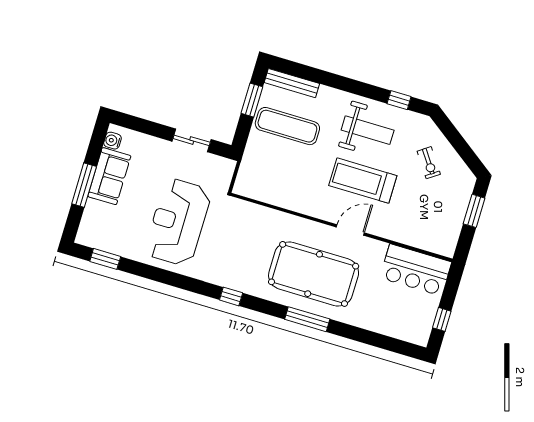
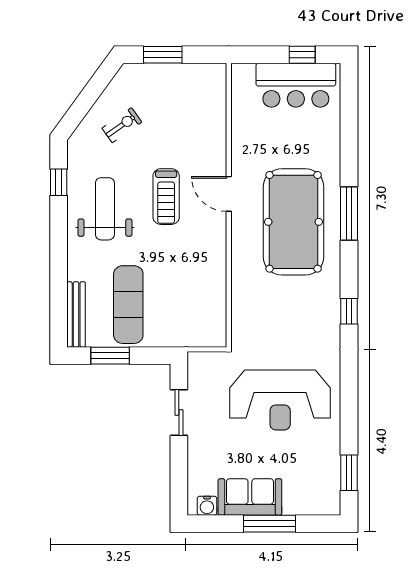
treadmill: (363, 181) -> (166, 197), width x0.73, depth x0.73
bar counter: (416, 270) -> (296, 85), moved, turned 90

